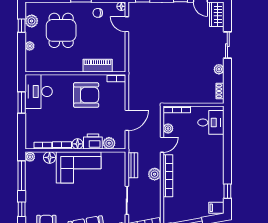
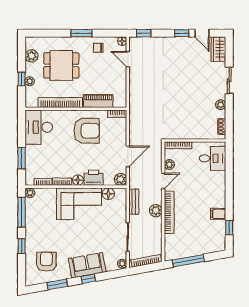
window: (22, 26) -> (22, 79), moved
dining table: (61, 30) -> (61, 65), turned 90
bookcase: (60, 67) -> (60, 102), added
window: (22, 103) -> (22, 158), moved
plant: (109, 143) -> (121, 179), moved
floor lamp: (50, 157) -> (108, 194), moved
filing cabinet: (216, 208) -> (218, 214), moved

